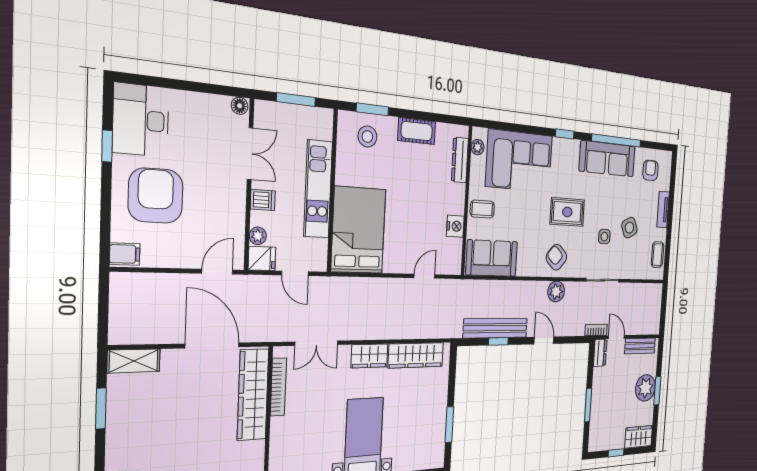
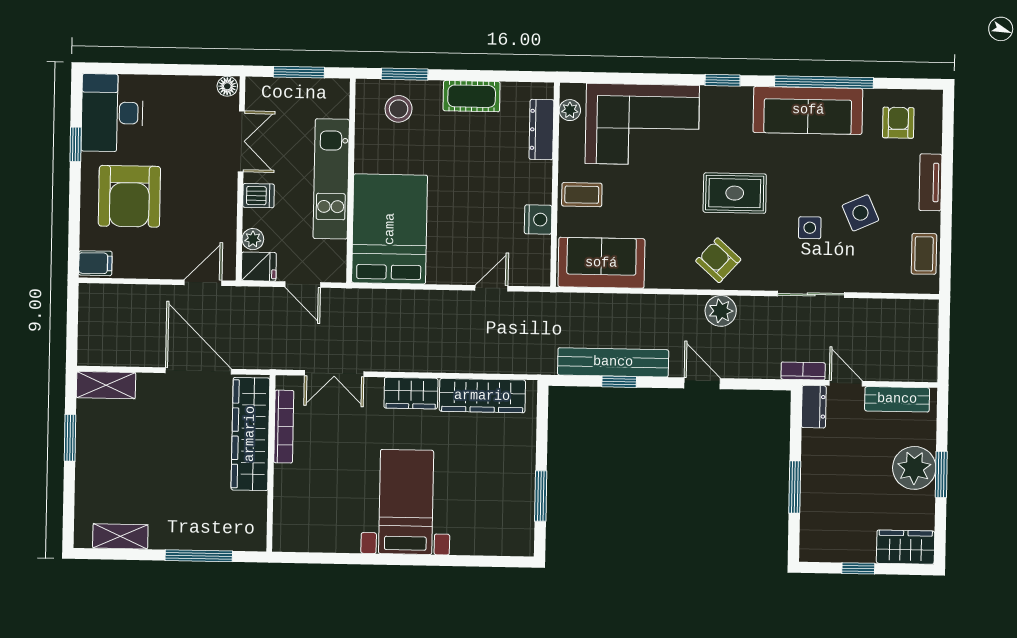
armchair: (156, 196) -> (129, 196), turned 180

